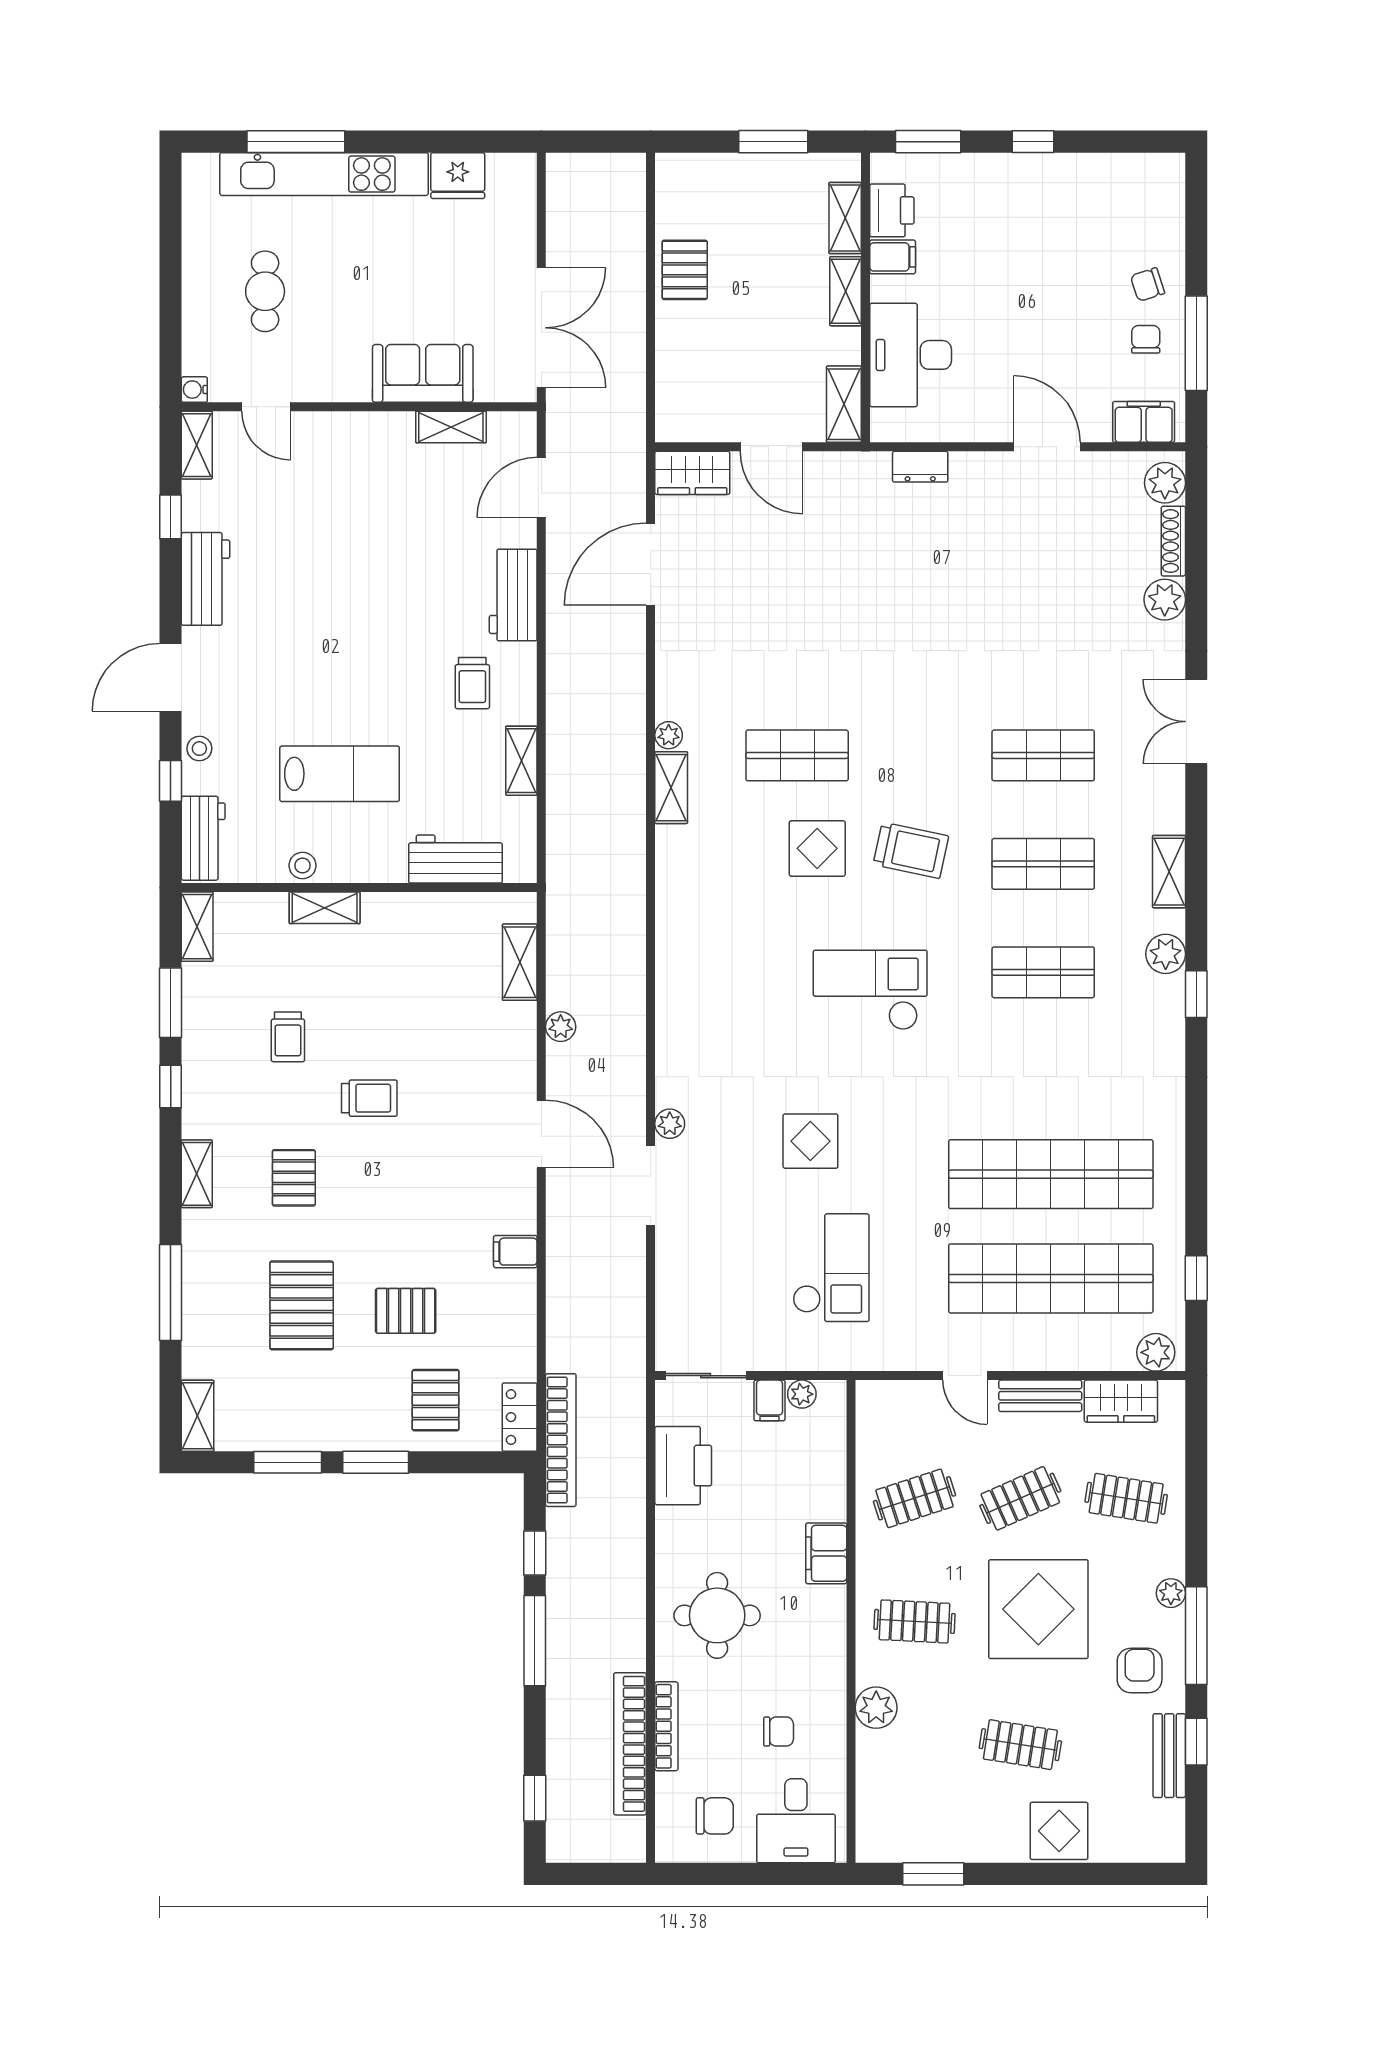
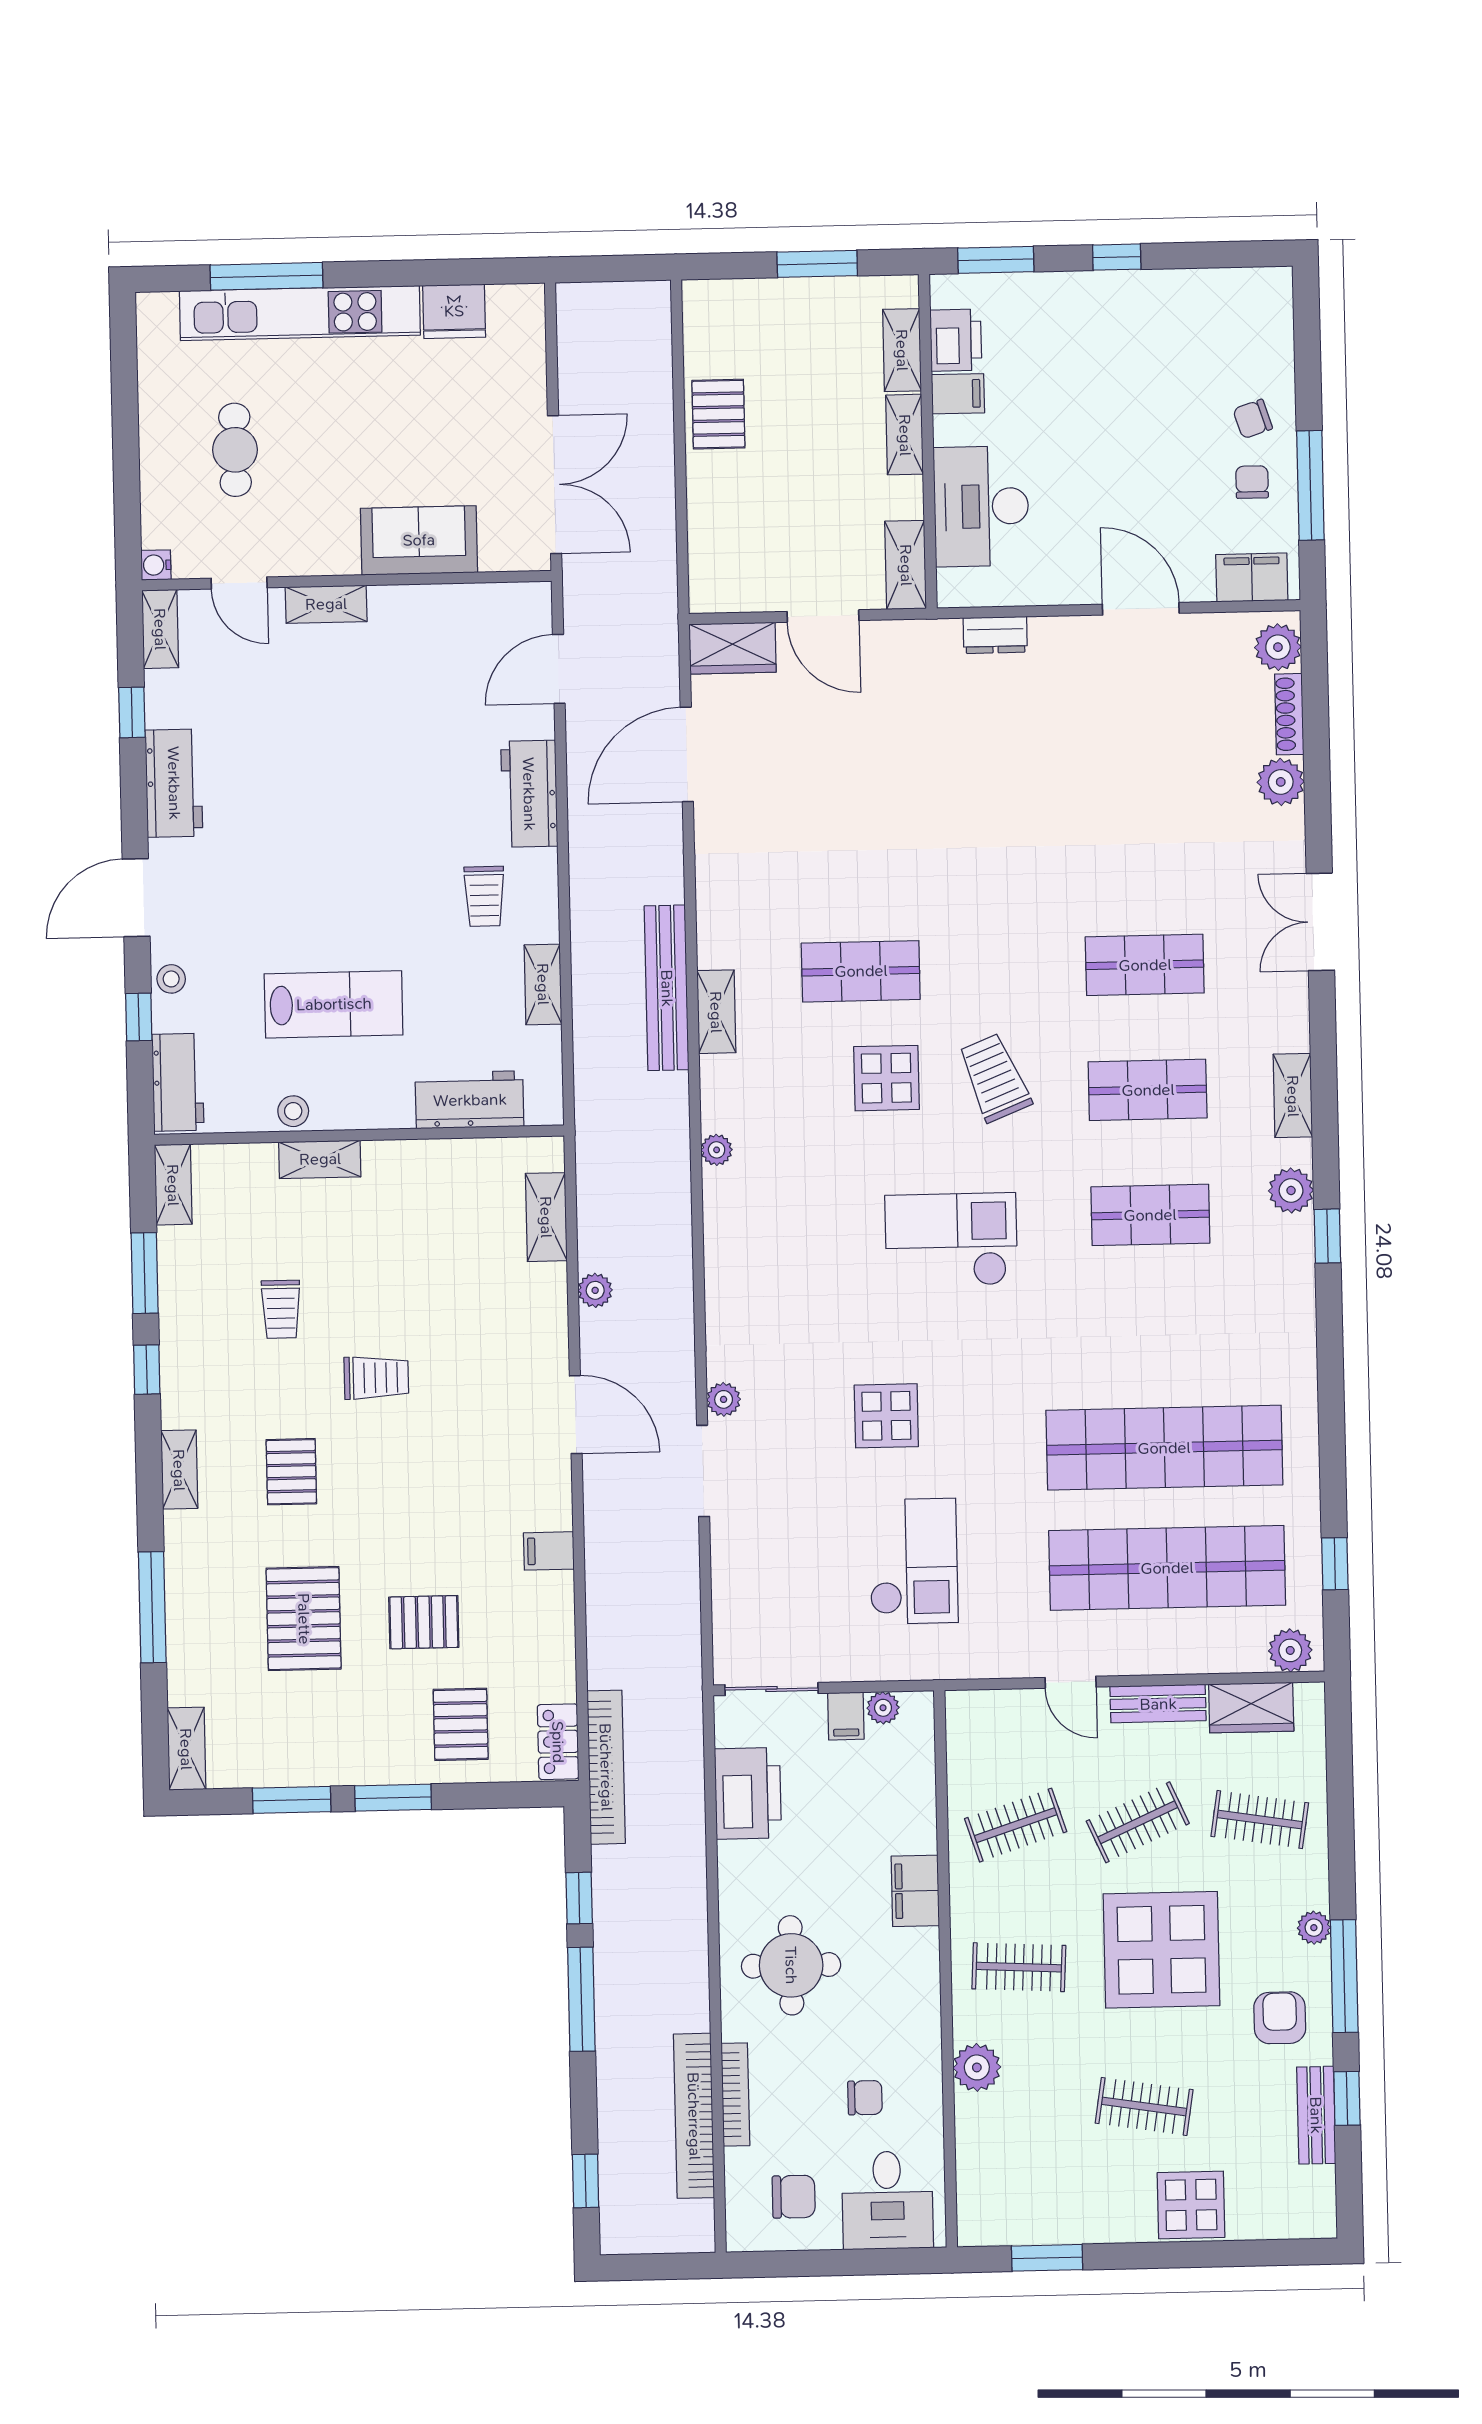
shelving: (451, 427) -> (326, 604), moved
plant: (669, 735) -> (717, 1150), moved
bench: (628, 766) -> (667, 988), added
trolley: (911, 850) -> (995, 1078), turned -124

